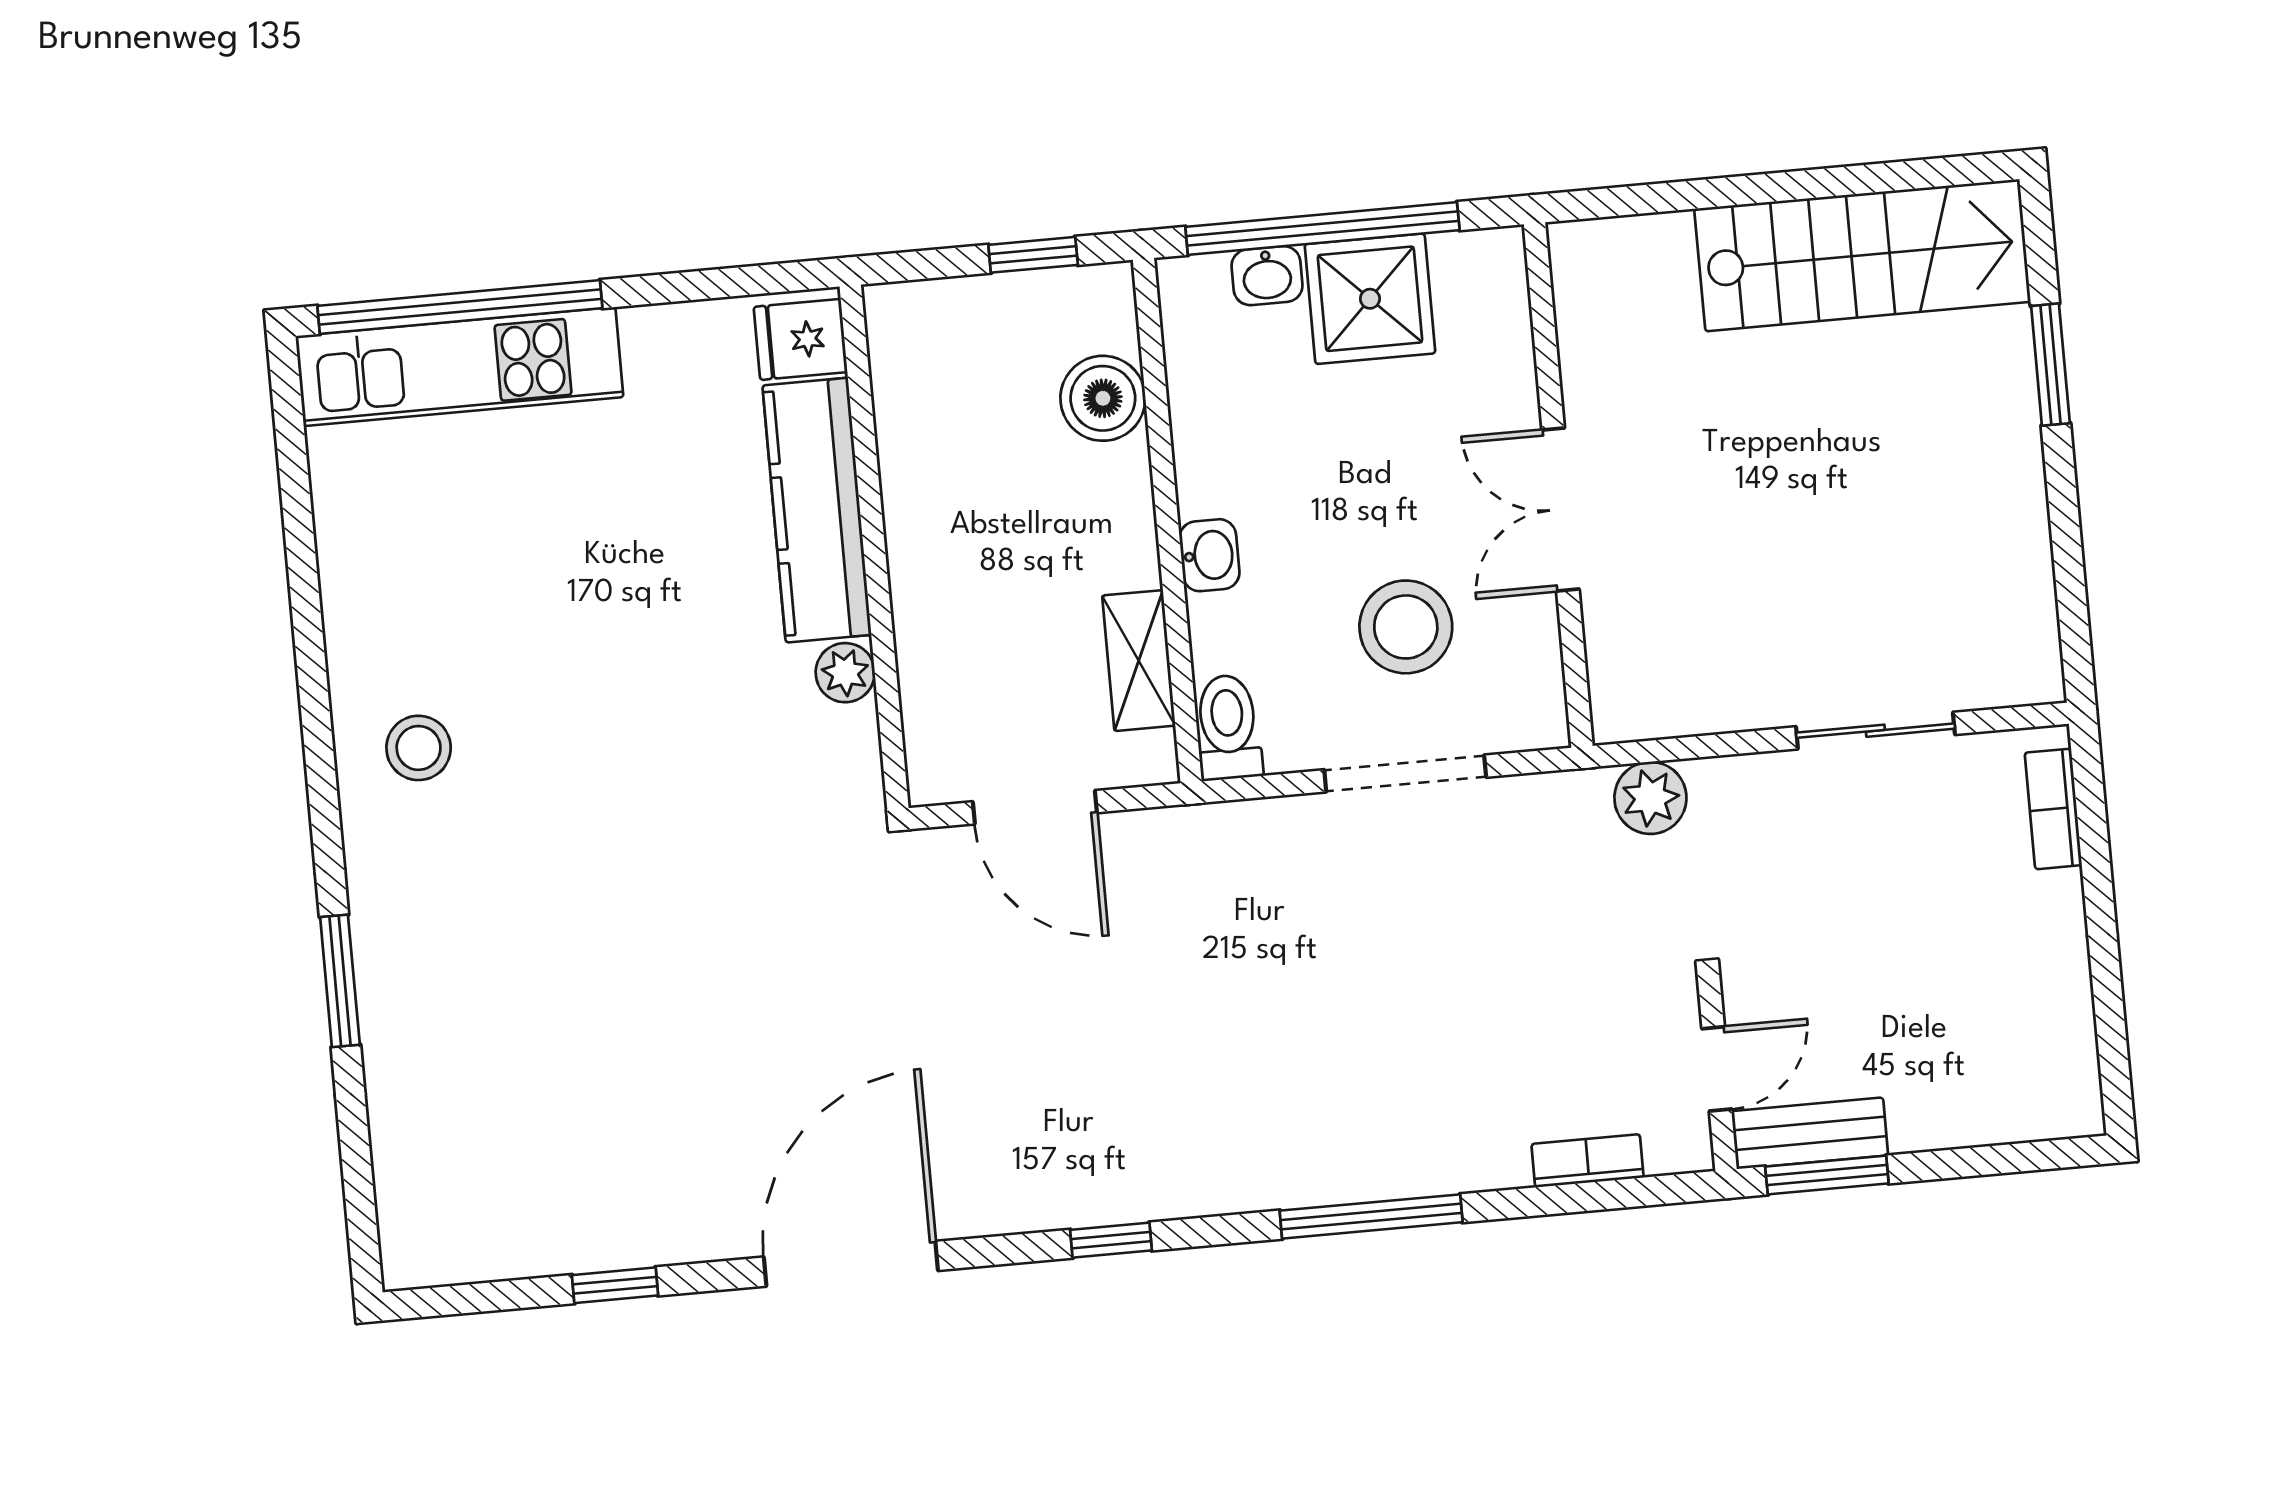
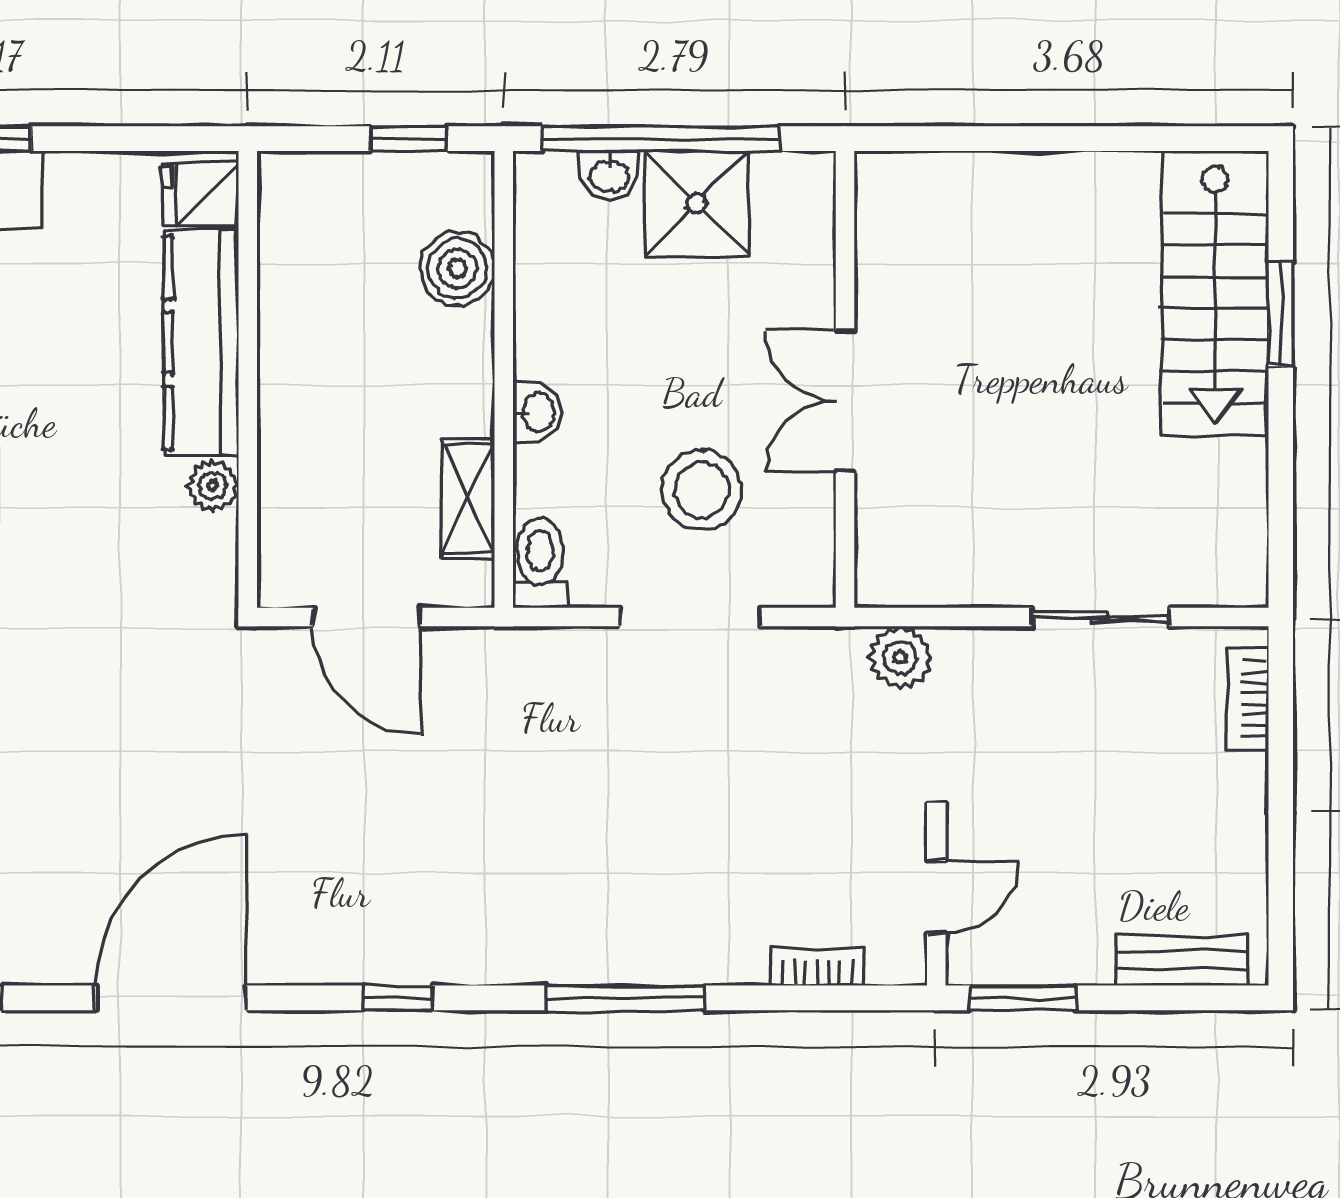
stairs: (1862, 255) -> (1215, 293), moved, turned 90
bench: (1810, 1133) -> (1182, 960), moved

